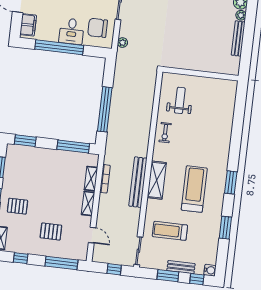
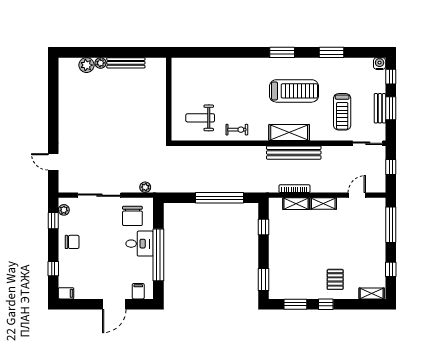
filing cabinet: (28, 25) -> (138, 291), width x0.50
window: (73, 146) -> (264, 227), width x0.46
treadmill: (194, 189) -> (294, 91), turned 180
pallet: (51, 232) -> (358, 240), removed
bench: (181, 267) -> (380, 108), moved

